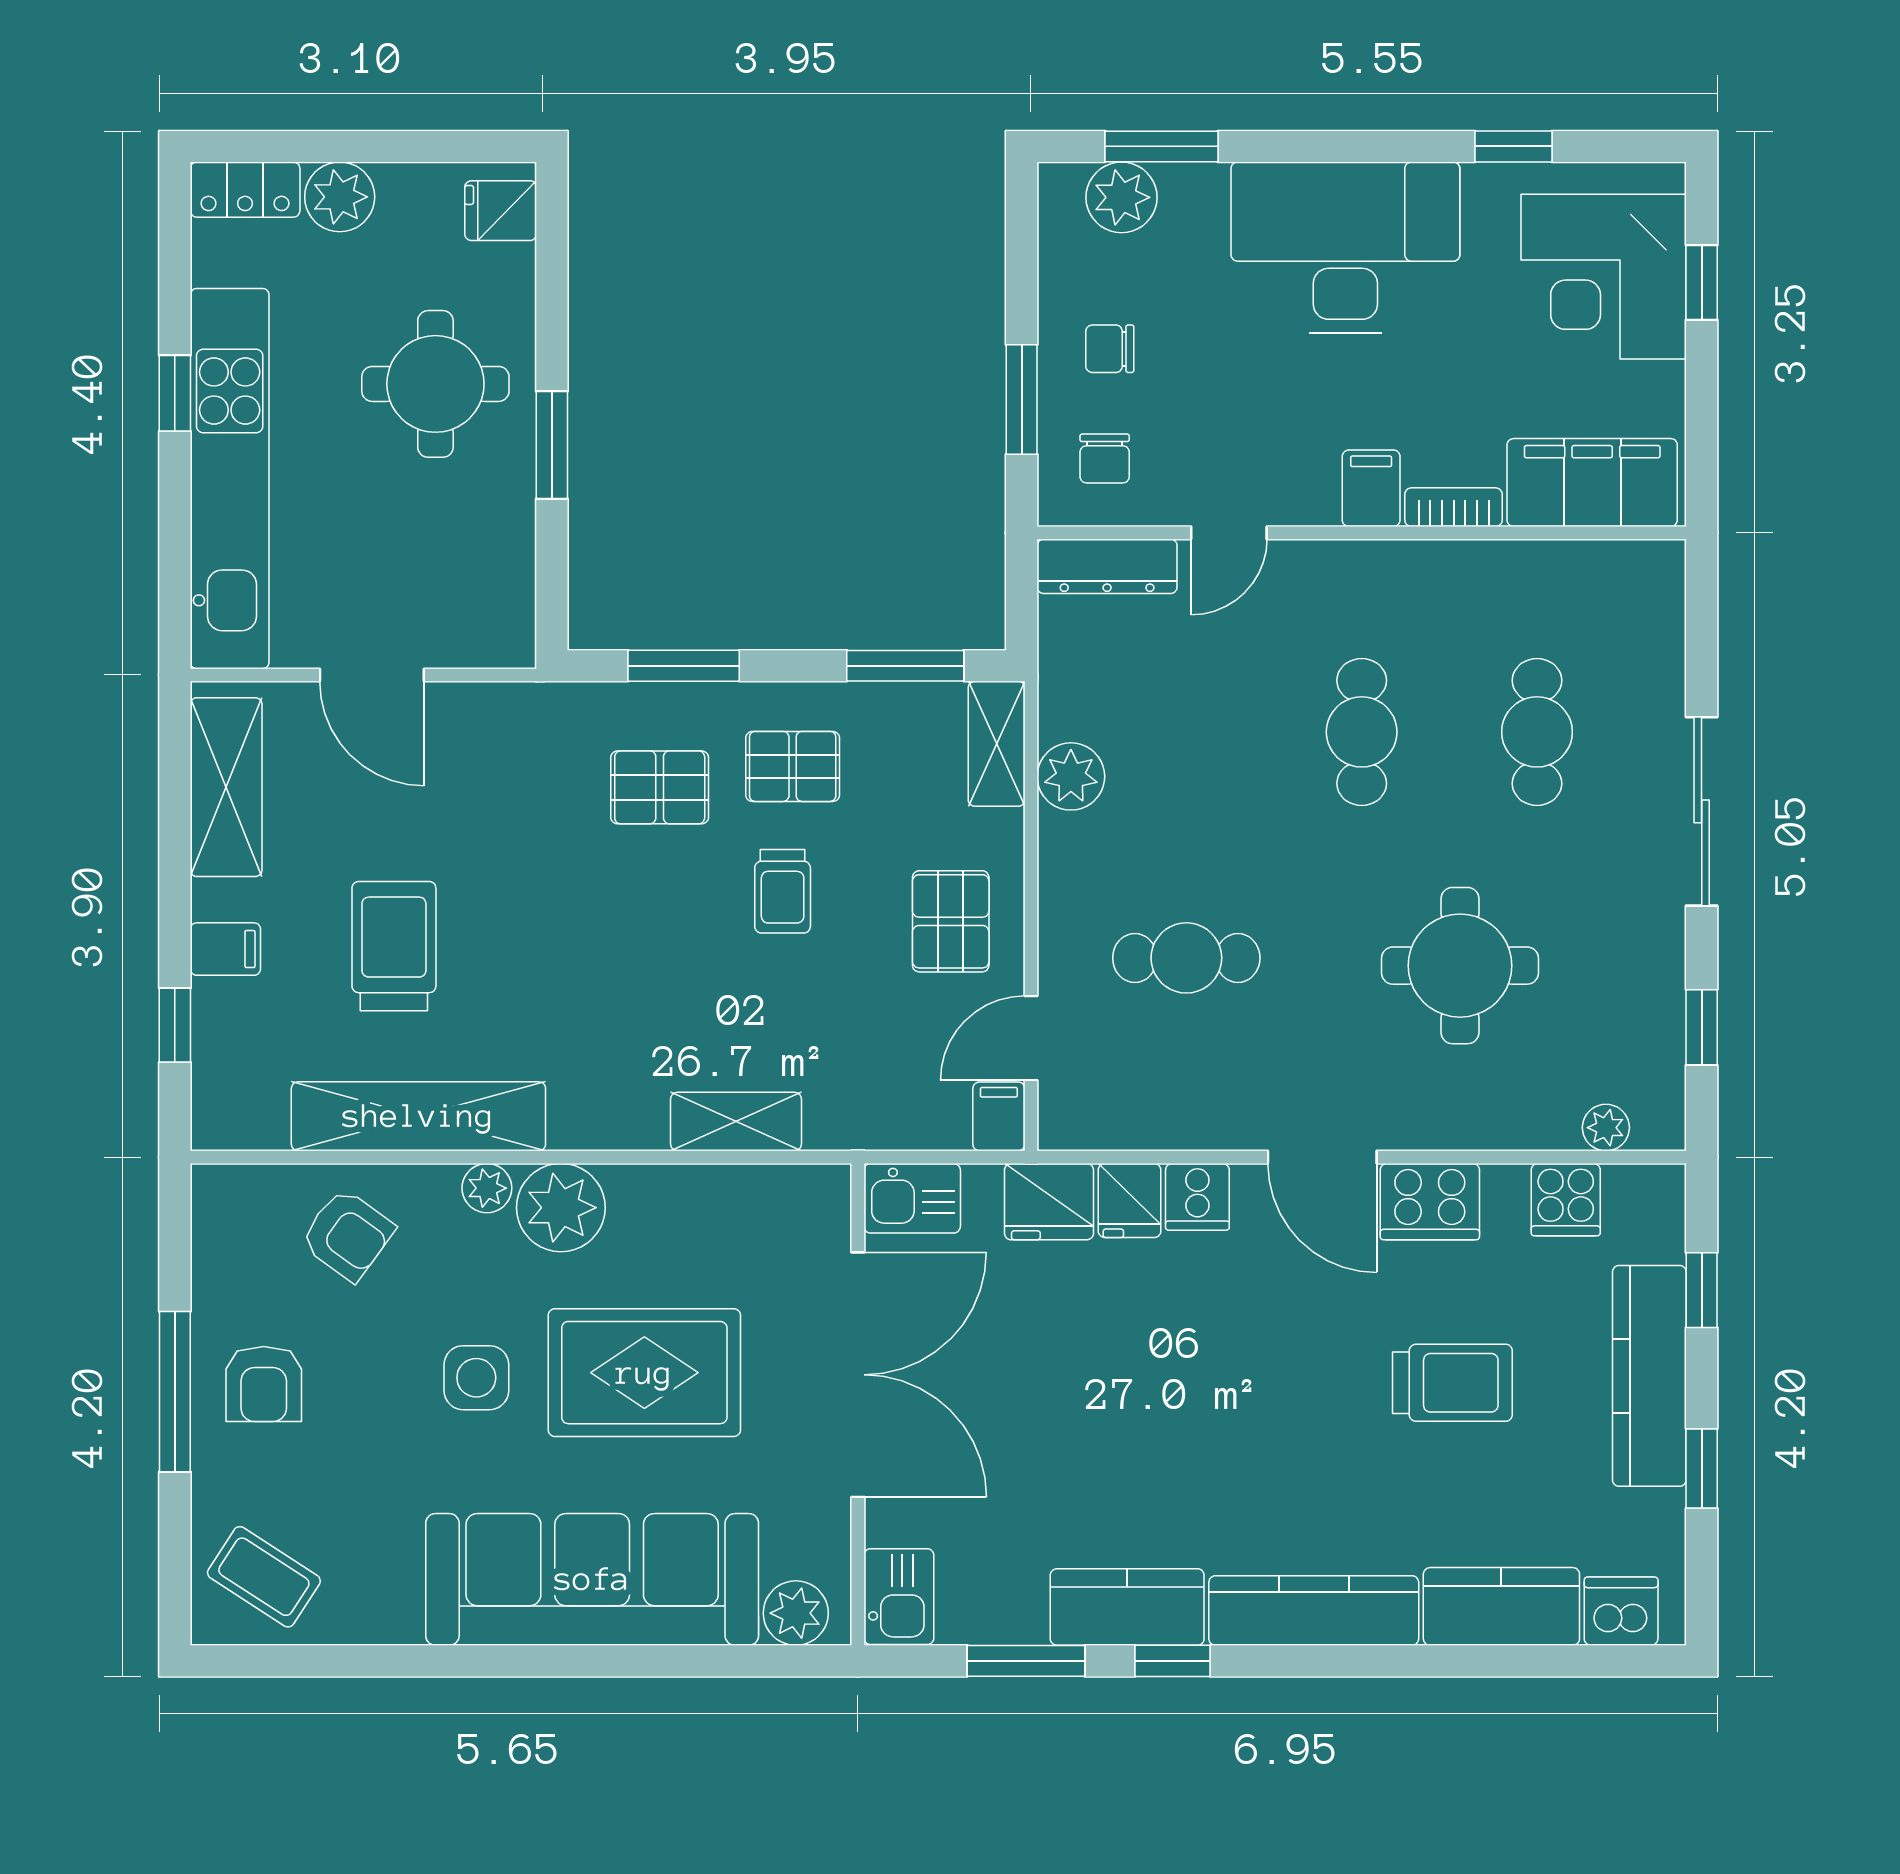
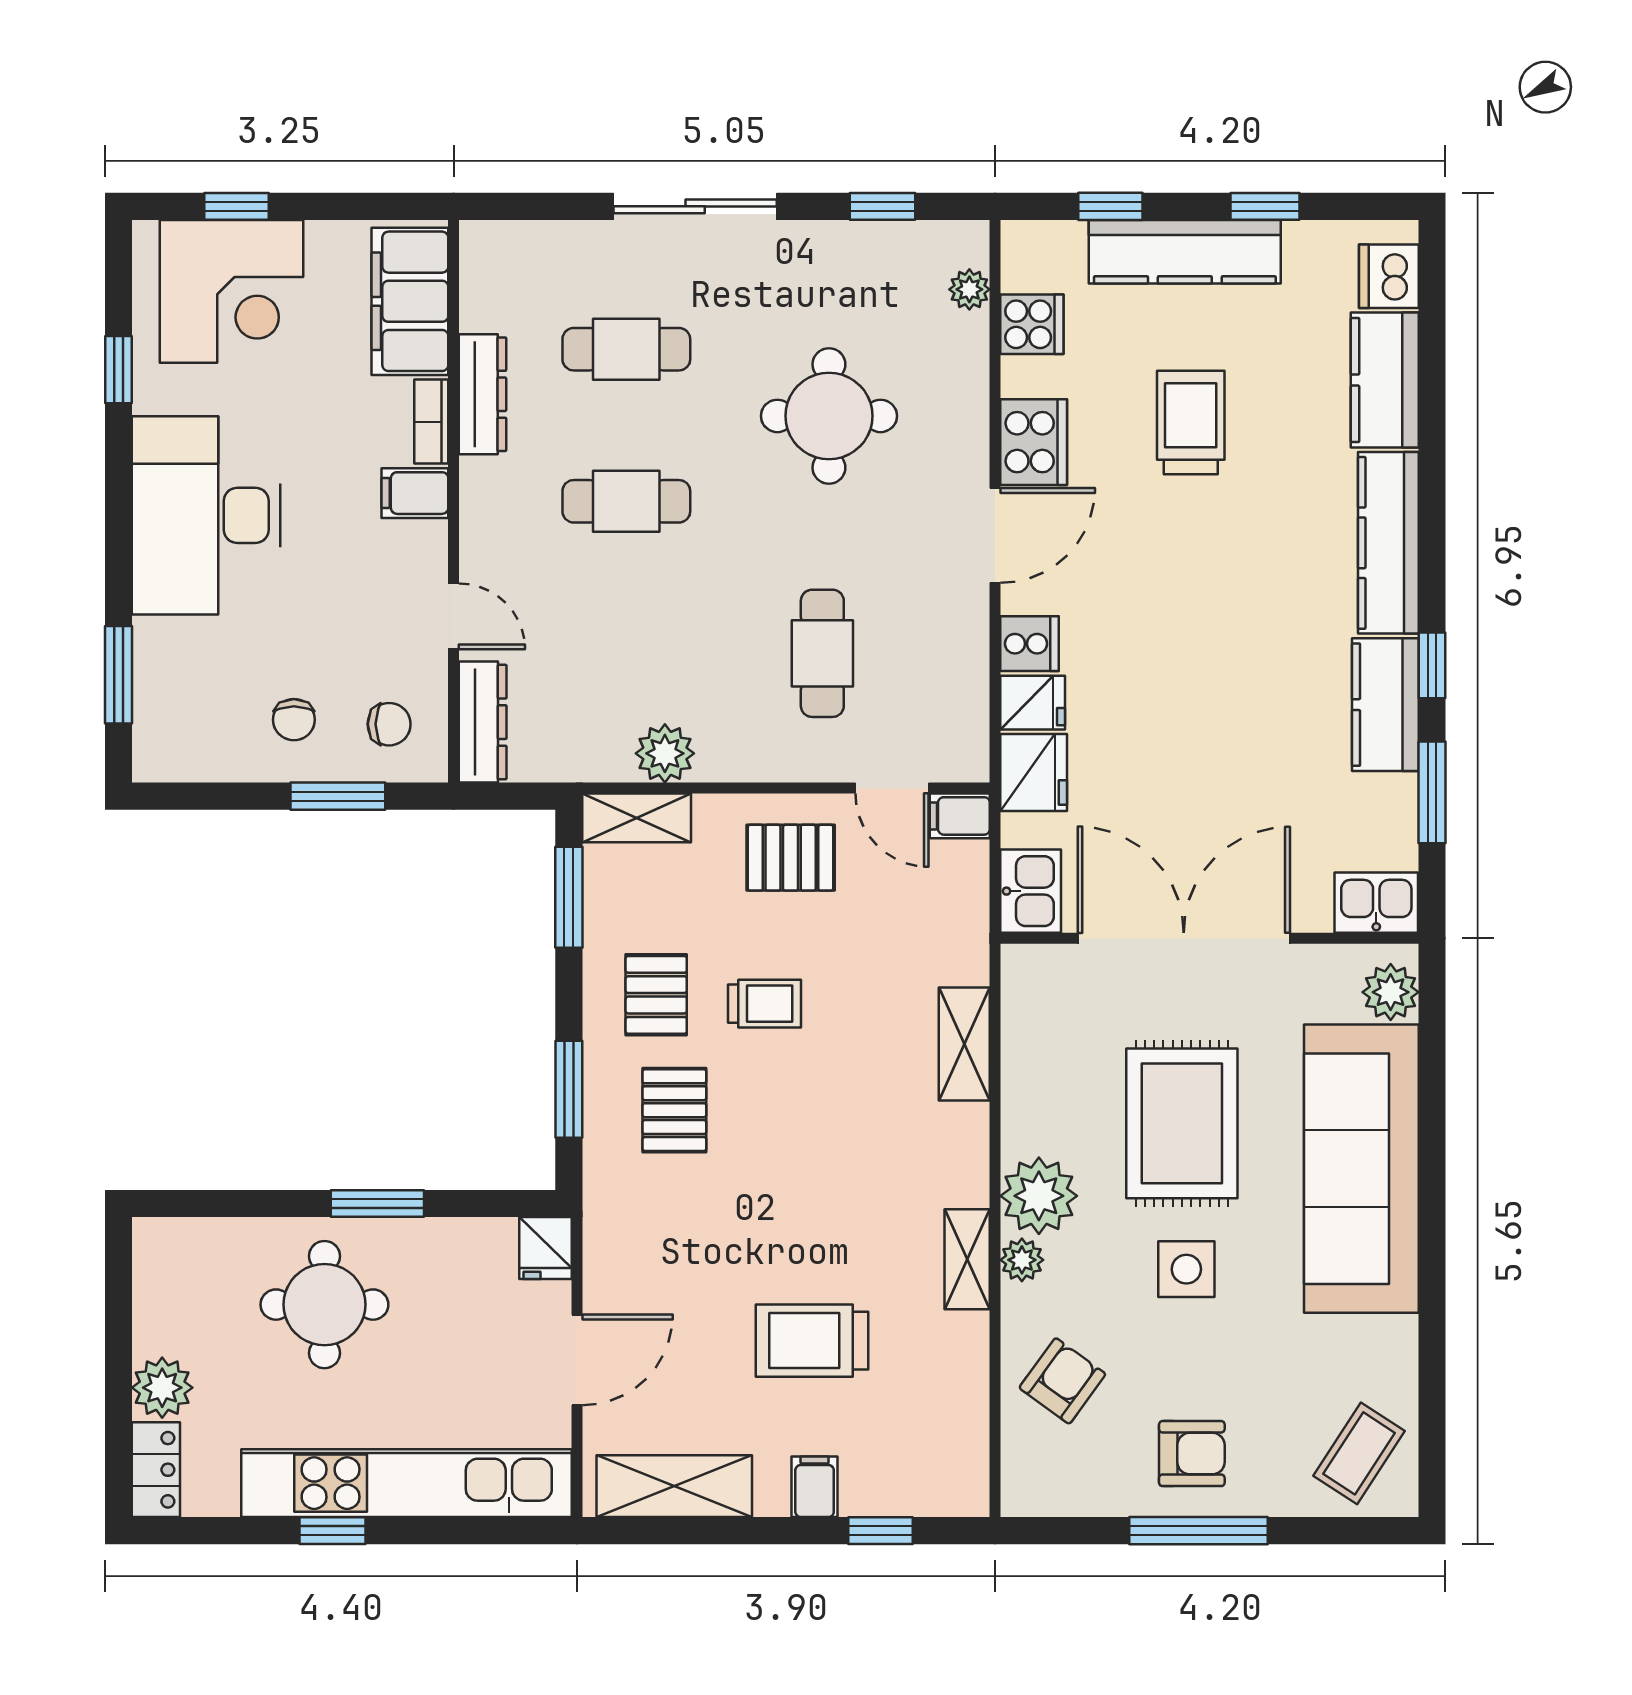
plant: (1121, 197) -> (163, 710), removed
fridge: (501, 211) -> (545, 1248), moved
dresser: (1485, 566) -> (483, 394), added
shelving: (418, 1116) -> (967, 1259), width x0.45, depth x0.75

